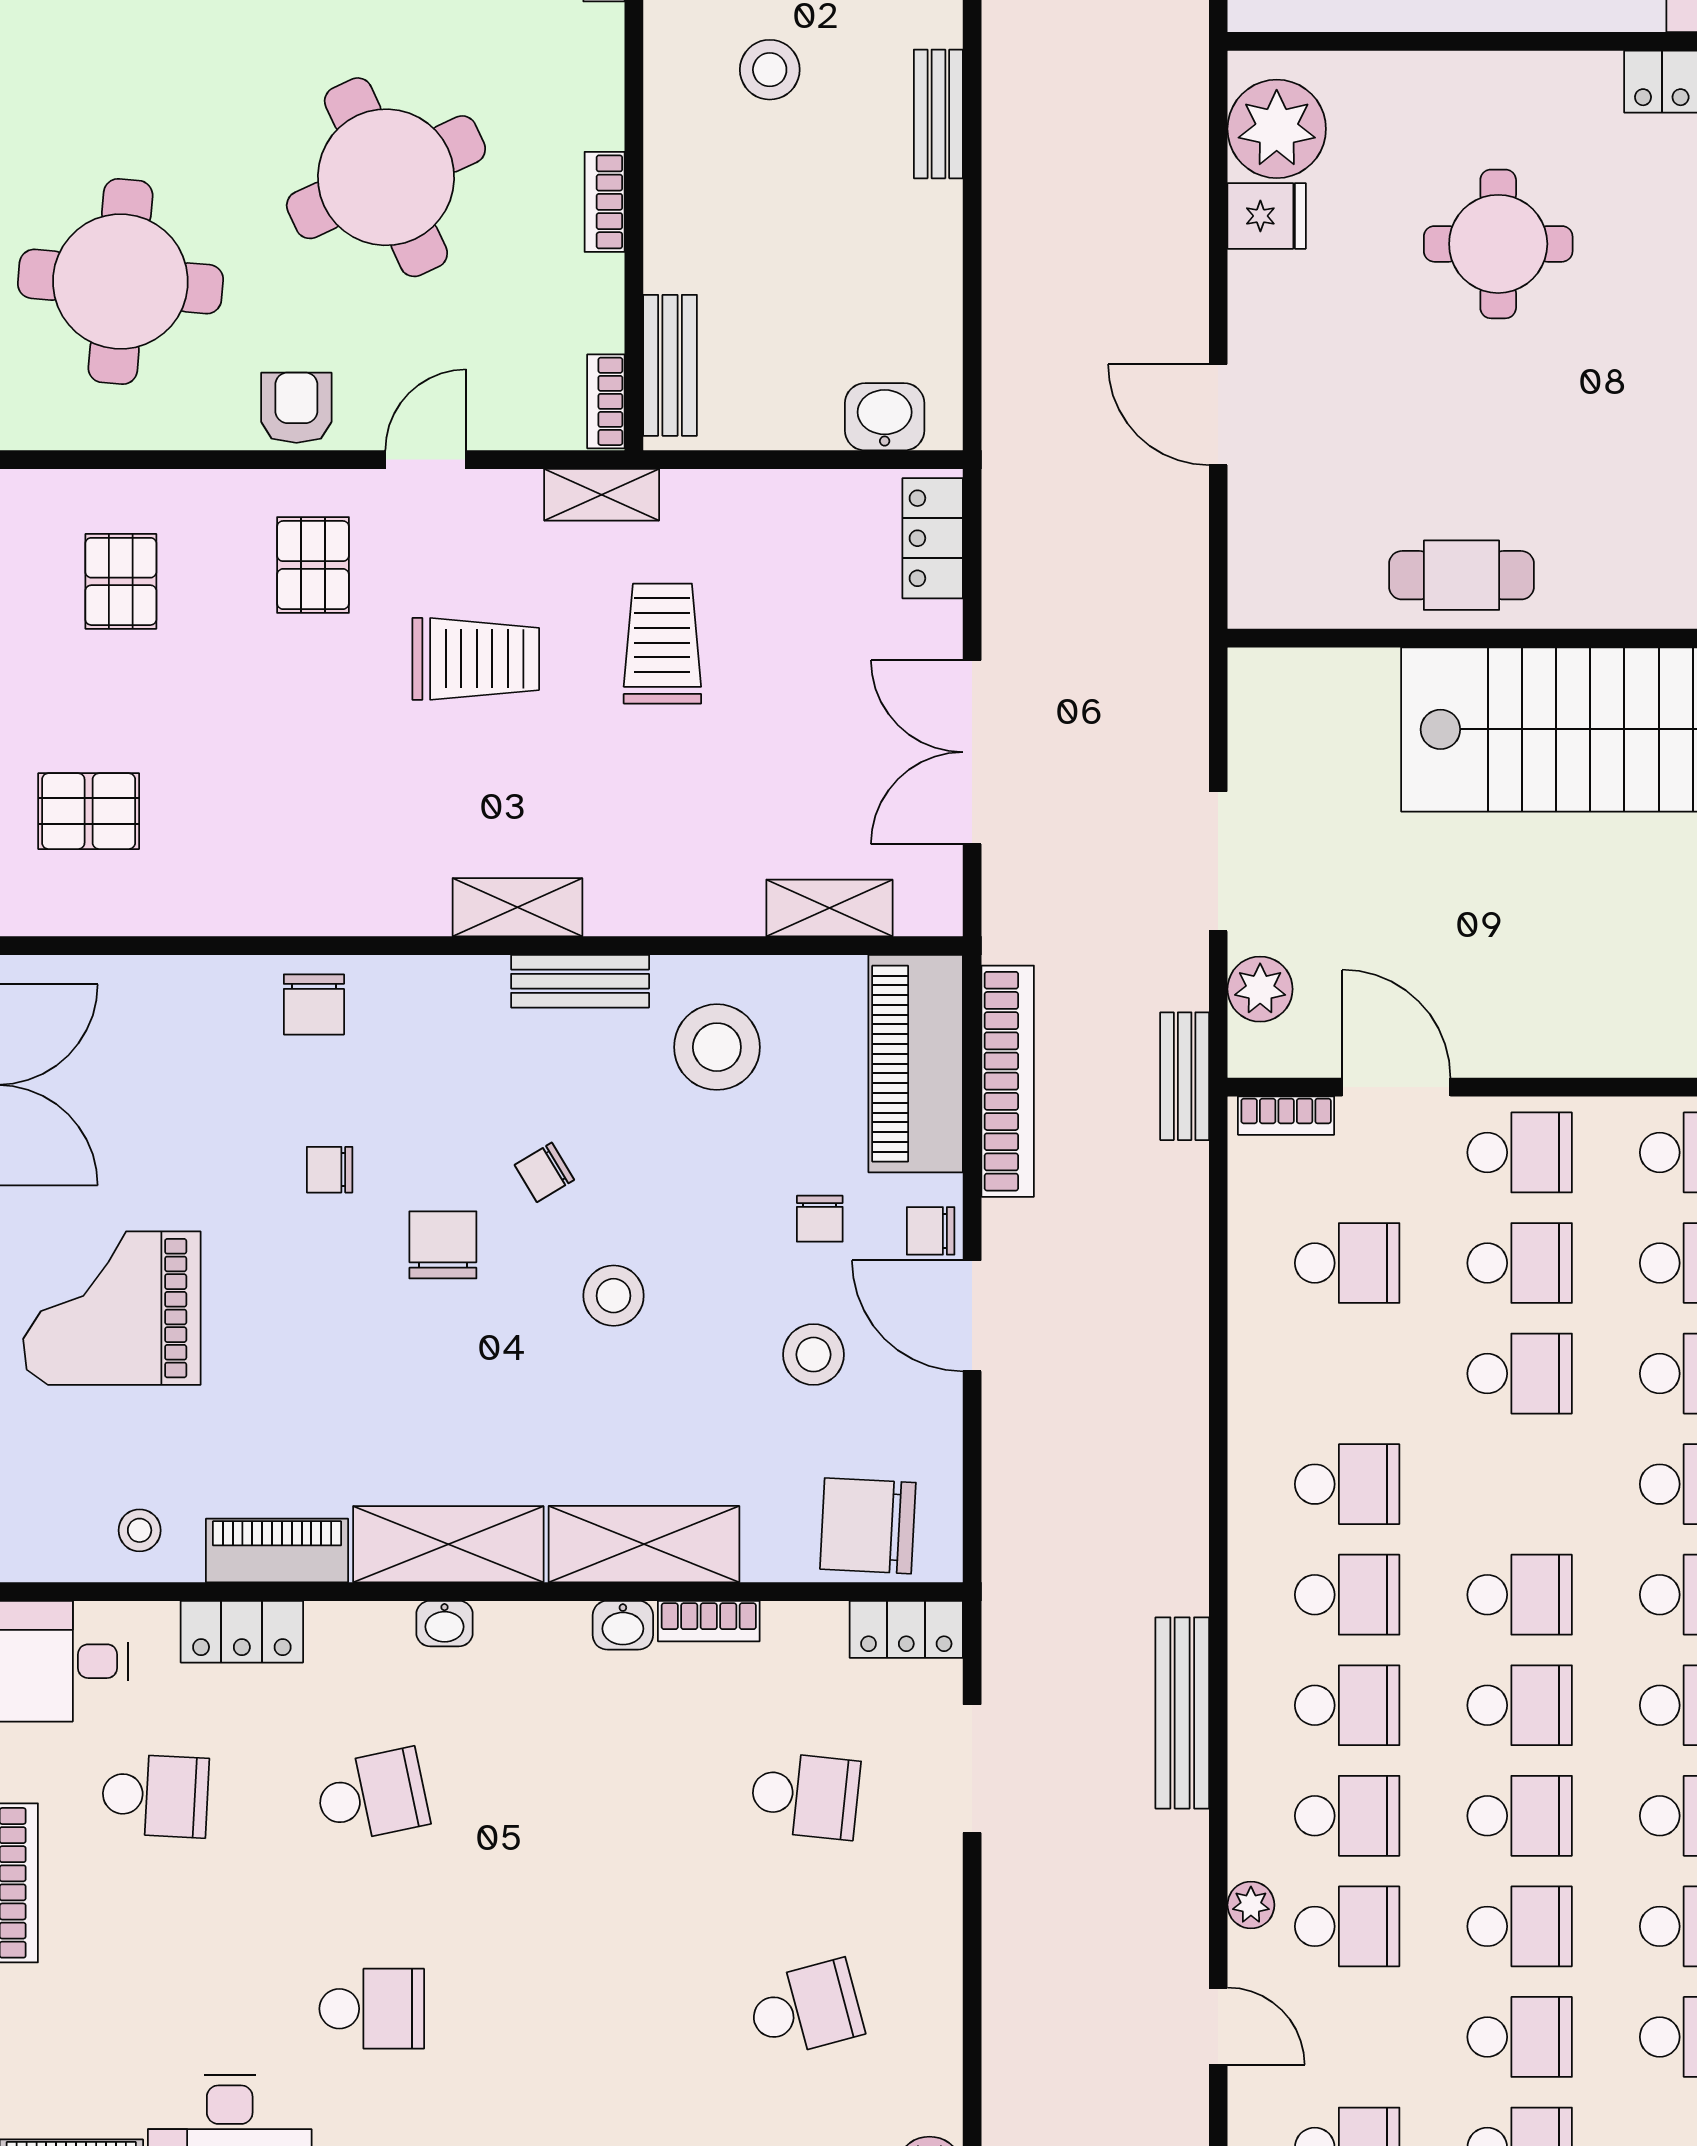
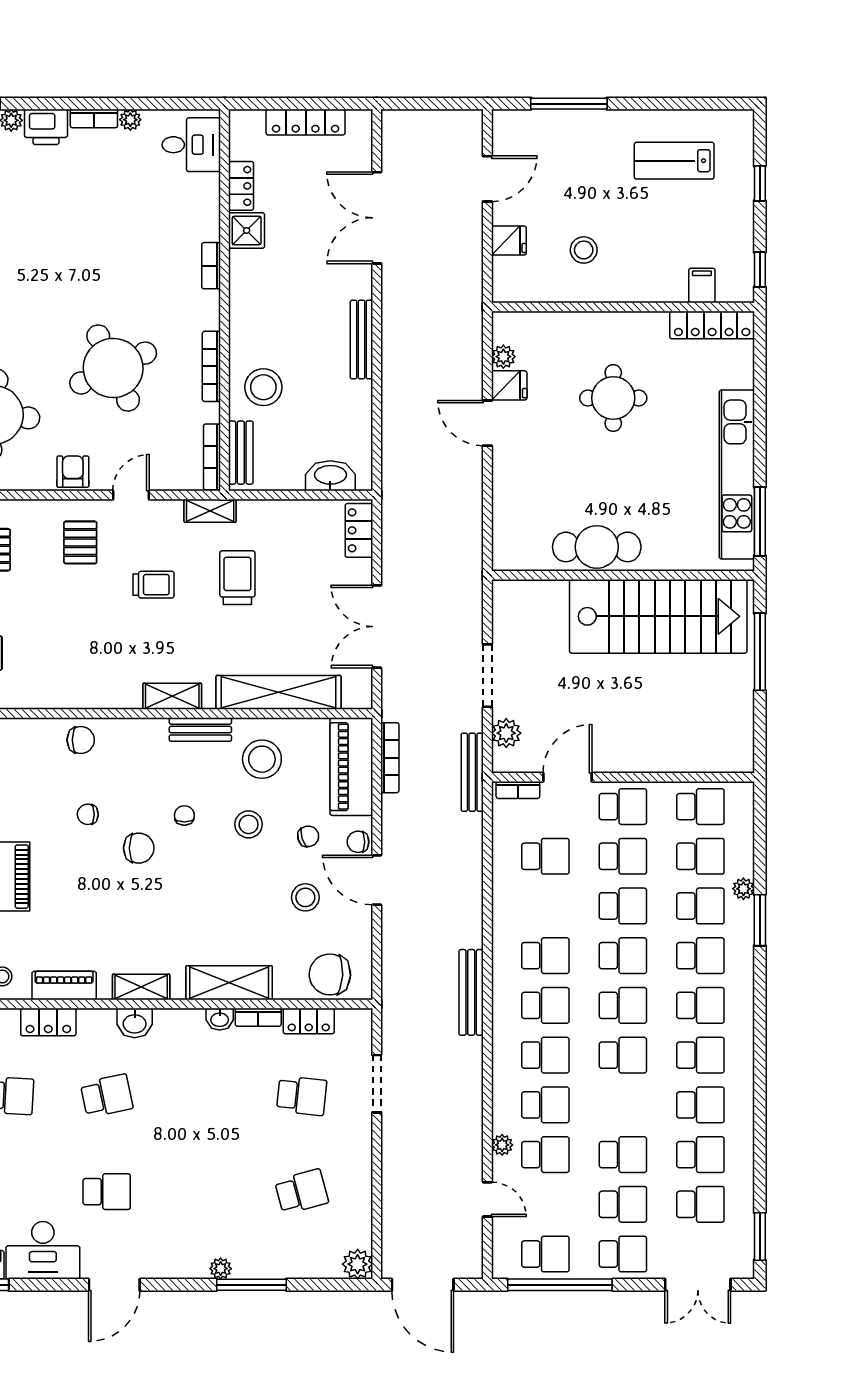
stool: (770, 70) -> (263, 387), moved, width x1.38, depth x1.38
bench: (938, 114) -> (362, 340), width x1.36
plant: (1277, 129) -> (503, 357), width x0.53, depth x0.53
bookcase: (605, 202) -> (211, 366), width x1.56
bookcase: (606, 401) -> (212, 457), width x1.56
door: (1218, 415) -> (487, 423), moved
washbasin: (885, 417) -> (330, 476), width x1.38
cafe table: (1461, 575) -> (597, 547), width x1.37, depth x1.35
trolley: (476, 659) -> (153, 585), width x0.73, depth x0.72
shelving: (829, 908) -> (278, 692), width x2.20, depth x1.33
chair: (314, 1004) -> (81, 740), turned -90
bench: (1185, 1076) -> (472, 772), width x1.36
bookcase: (1008, 1081) -> (390, 758), width x0.68, depth x0.76
door: (1396, 1087) -> (567, 777), hinge flipped
chair: (544, 1172) -> (184, 815), turned 121
chair: (820, 1219) -> (308, 836), turned -107
chair: (443, 1245) -> (139, 848), turned 90
stool: (614, 1296) -> (249, 824), moved
shelving: (448, 1544) -> (141, 987), width x0.67, depth x0.75
washbasin: (445, 1624) -> (135, 1023), width x1.38, depth x1.45
locker: (906, 1629) -> (309, 1021), moved
bench: (1182, 1713) -> (471, 992), moved
school desk: (1520, 1816) -> (623, 956), moved

